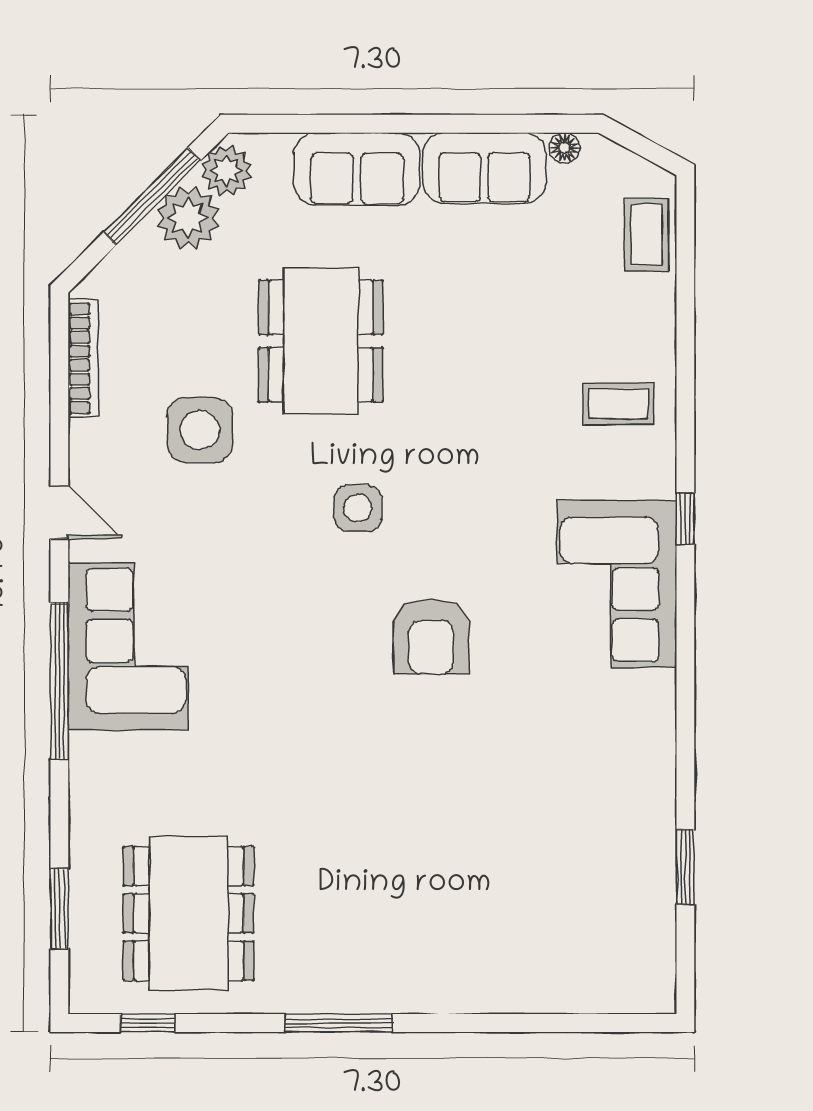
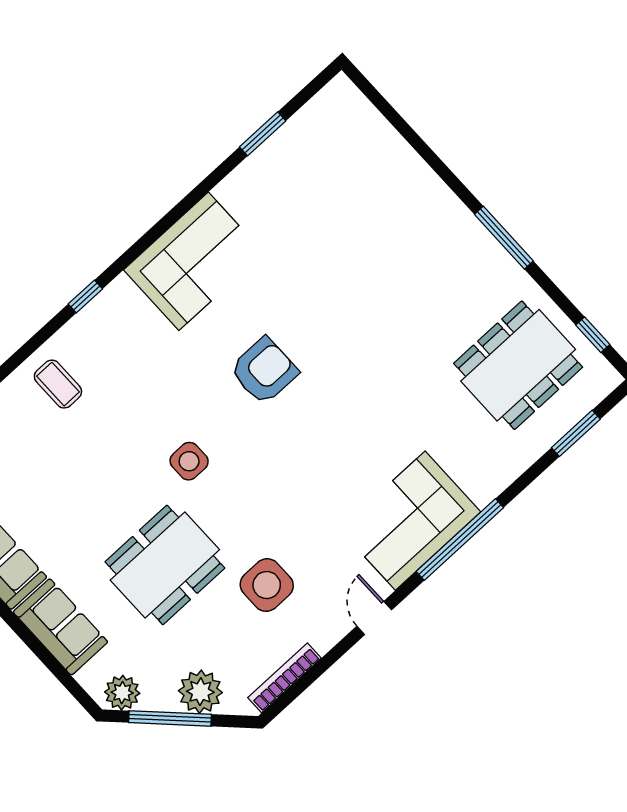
plant: (188, 218) -> (200, 692), moved
side table: (358, 508) -> (189, 461), moved
corner sofa: (617, 584) -> (194, 261), moved

